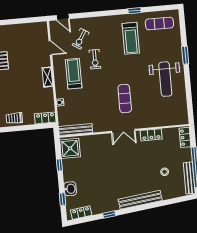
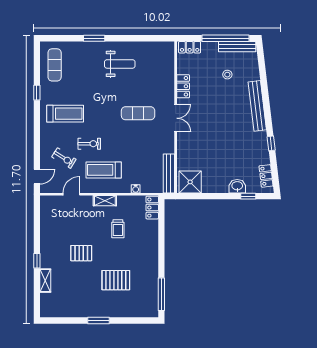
treadmill: (131, 38) -> (65, 114), moved
weight bench: (165, 79) -> (120, 64), width x0.73, depth x0.75
trolley: (14, 118) -> (118, 229), moved
window: (59, 165) -> (208, 196), removed

